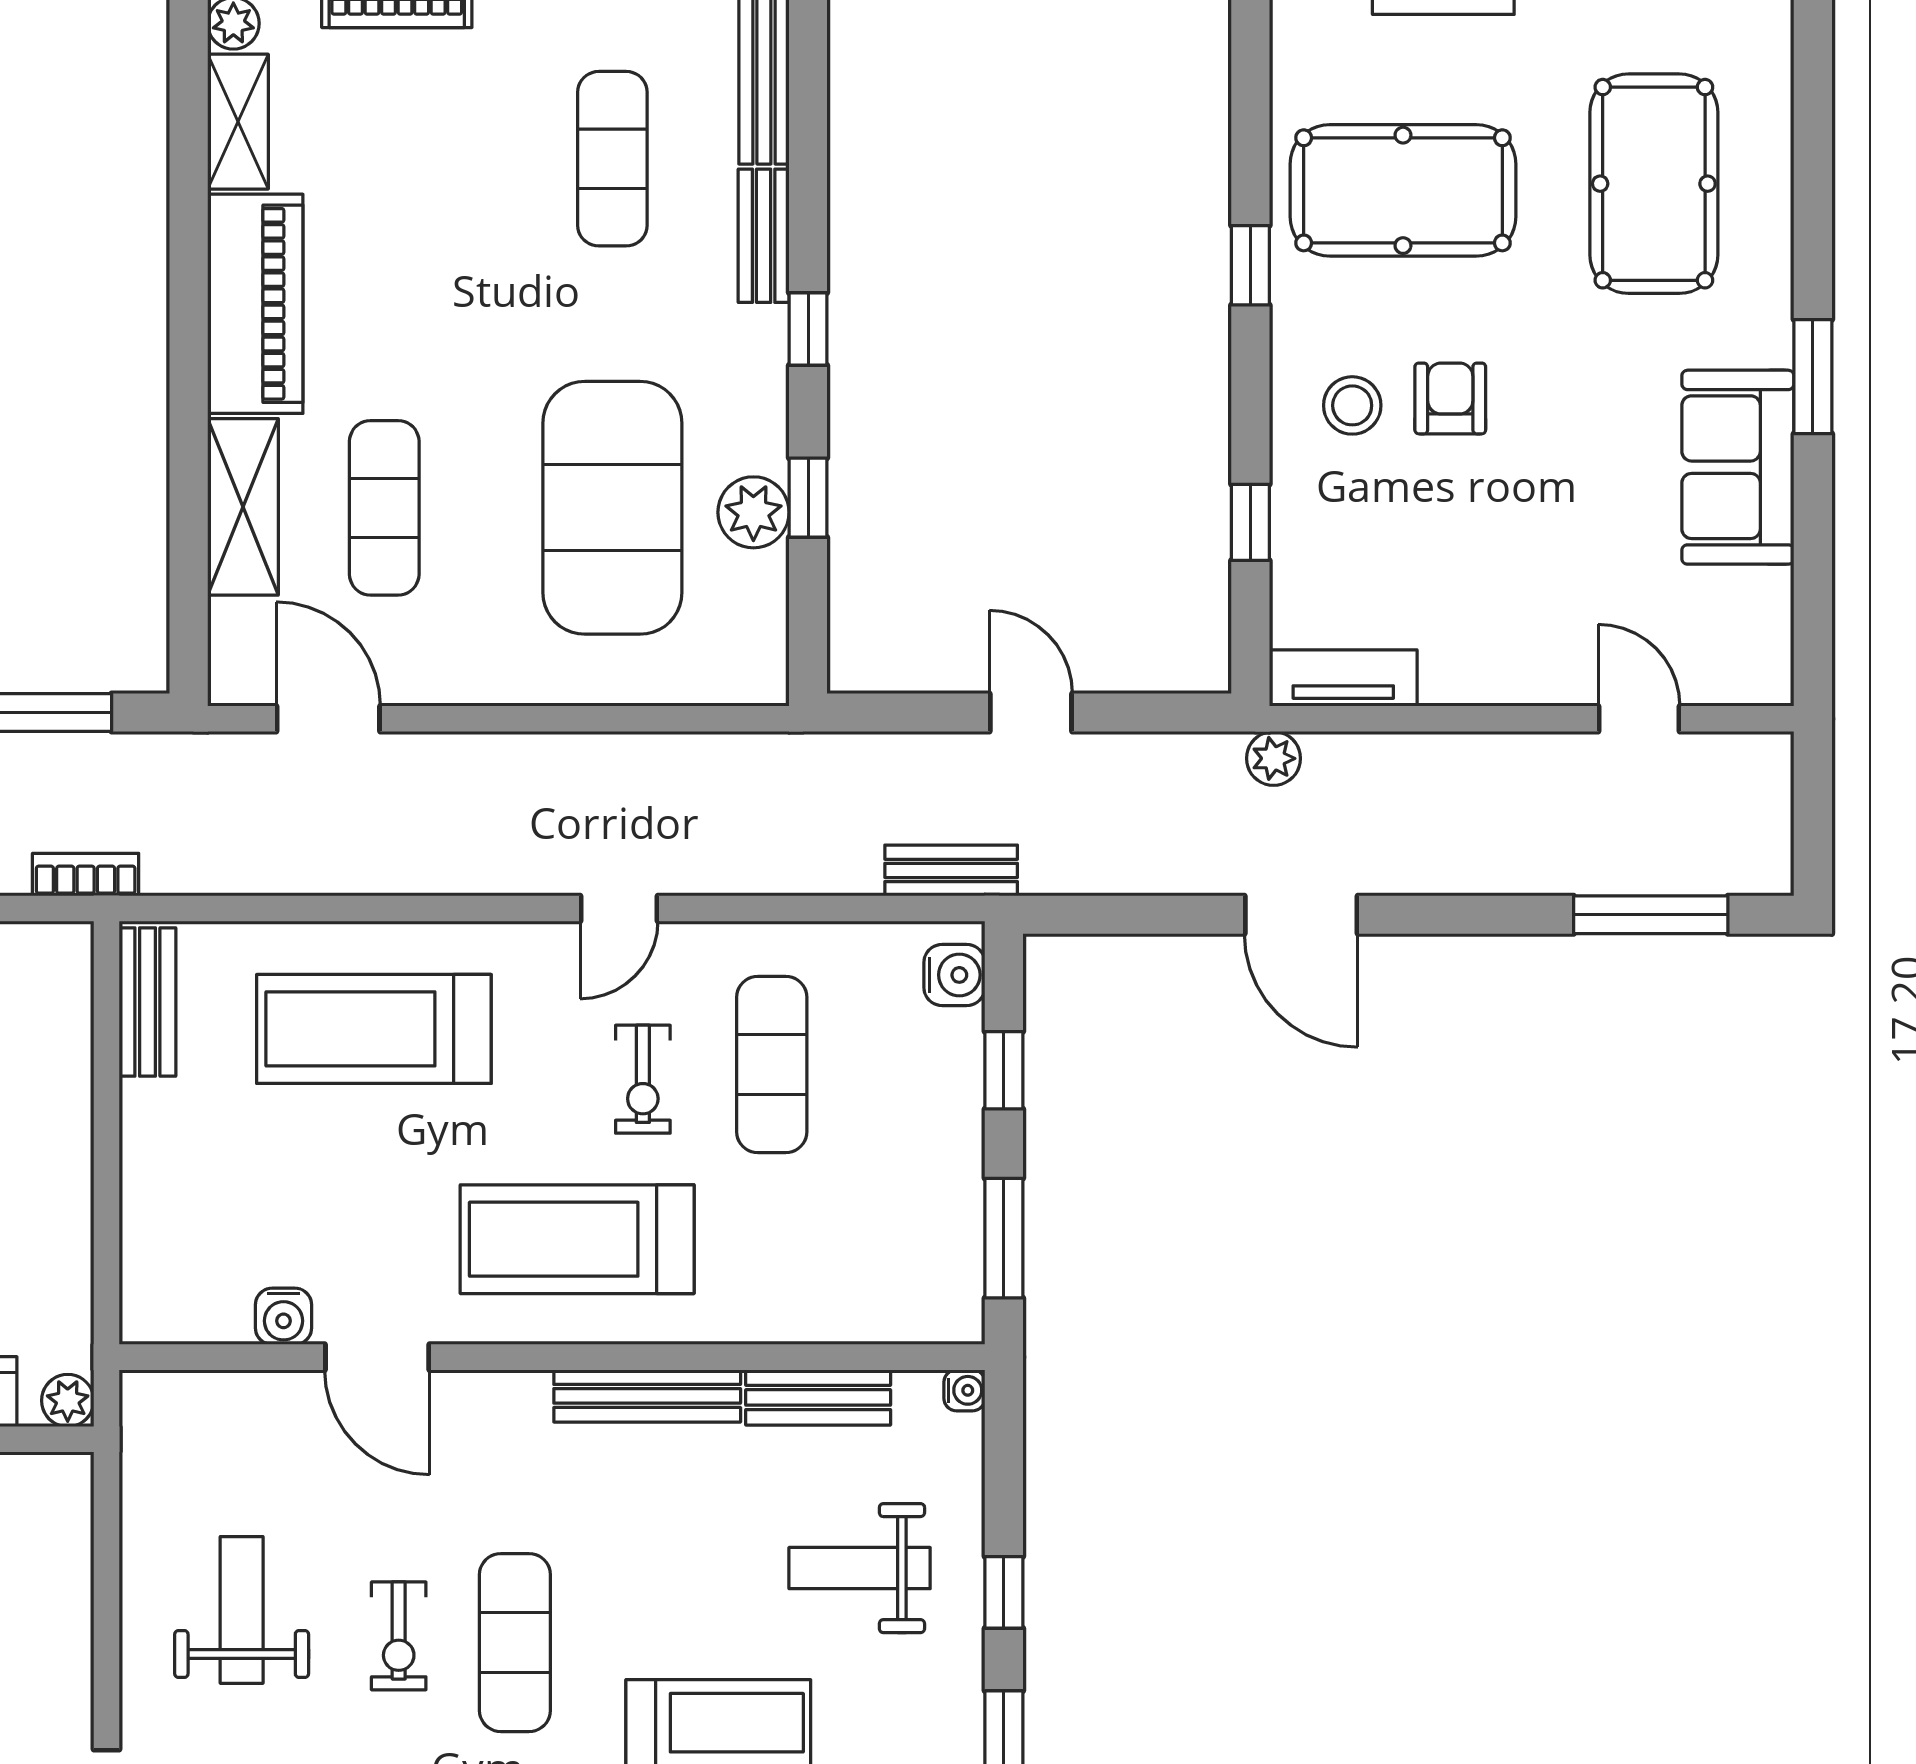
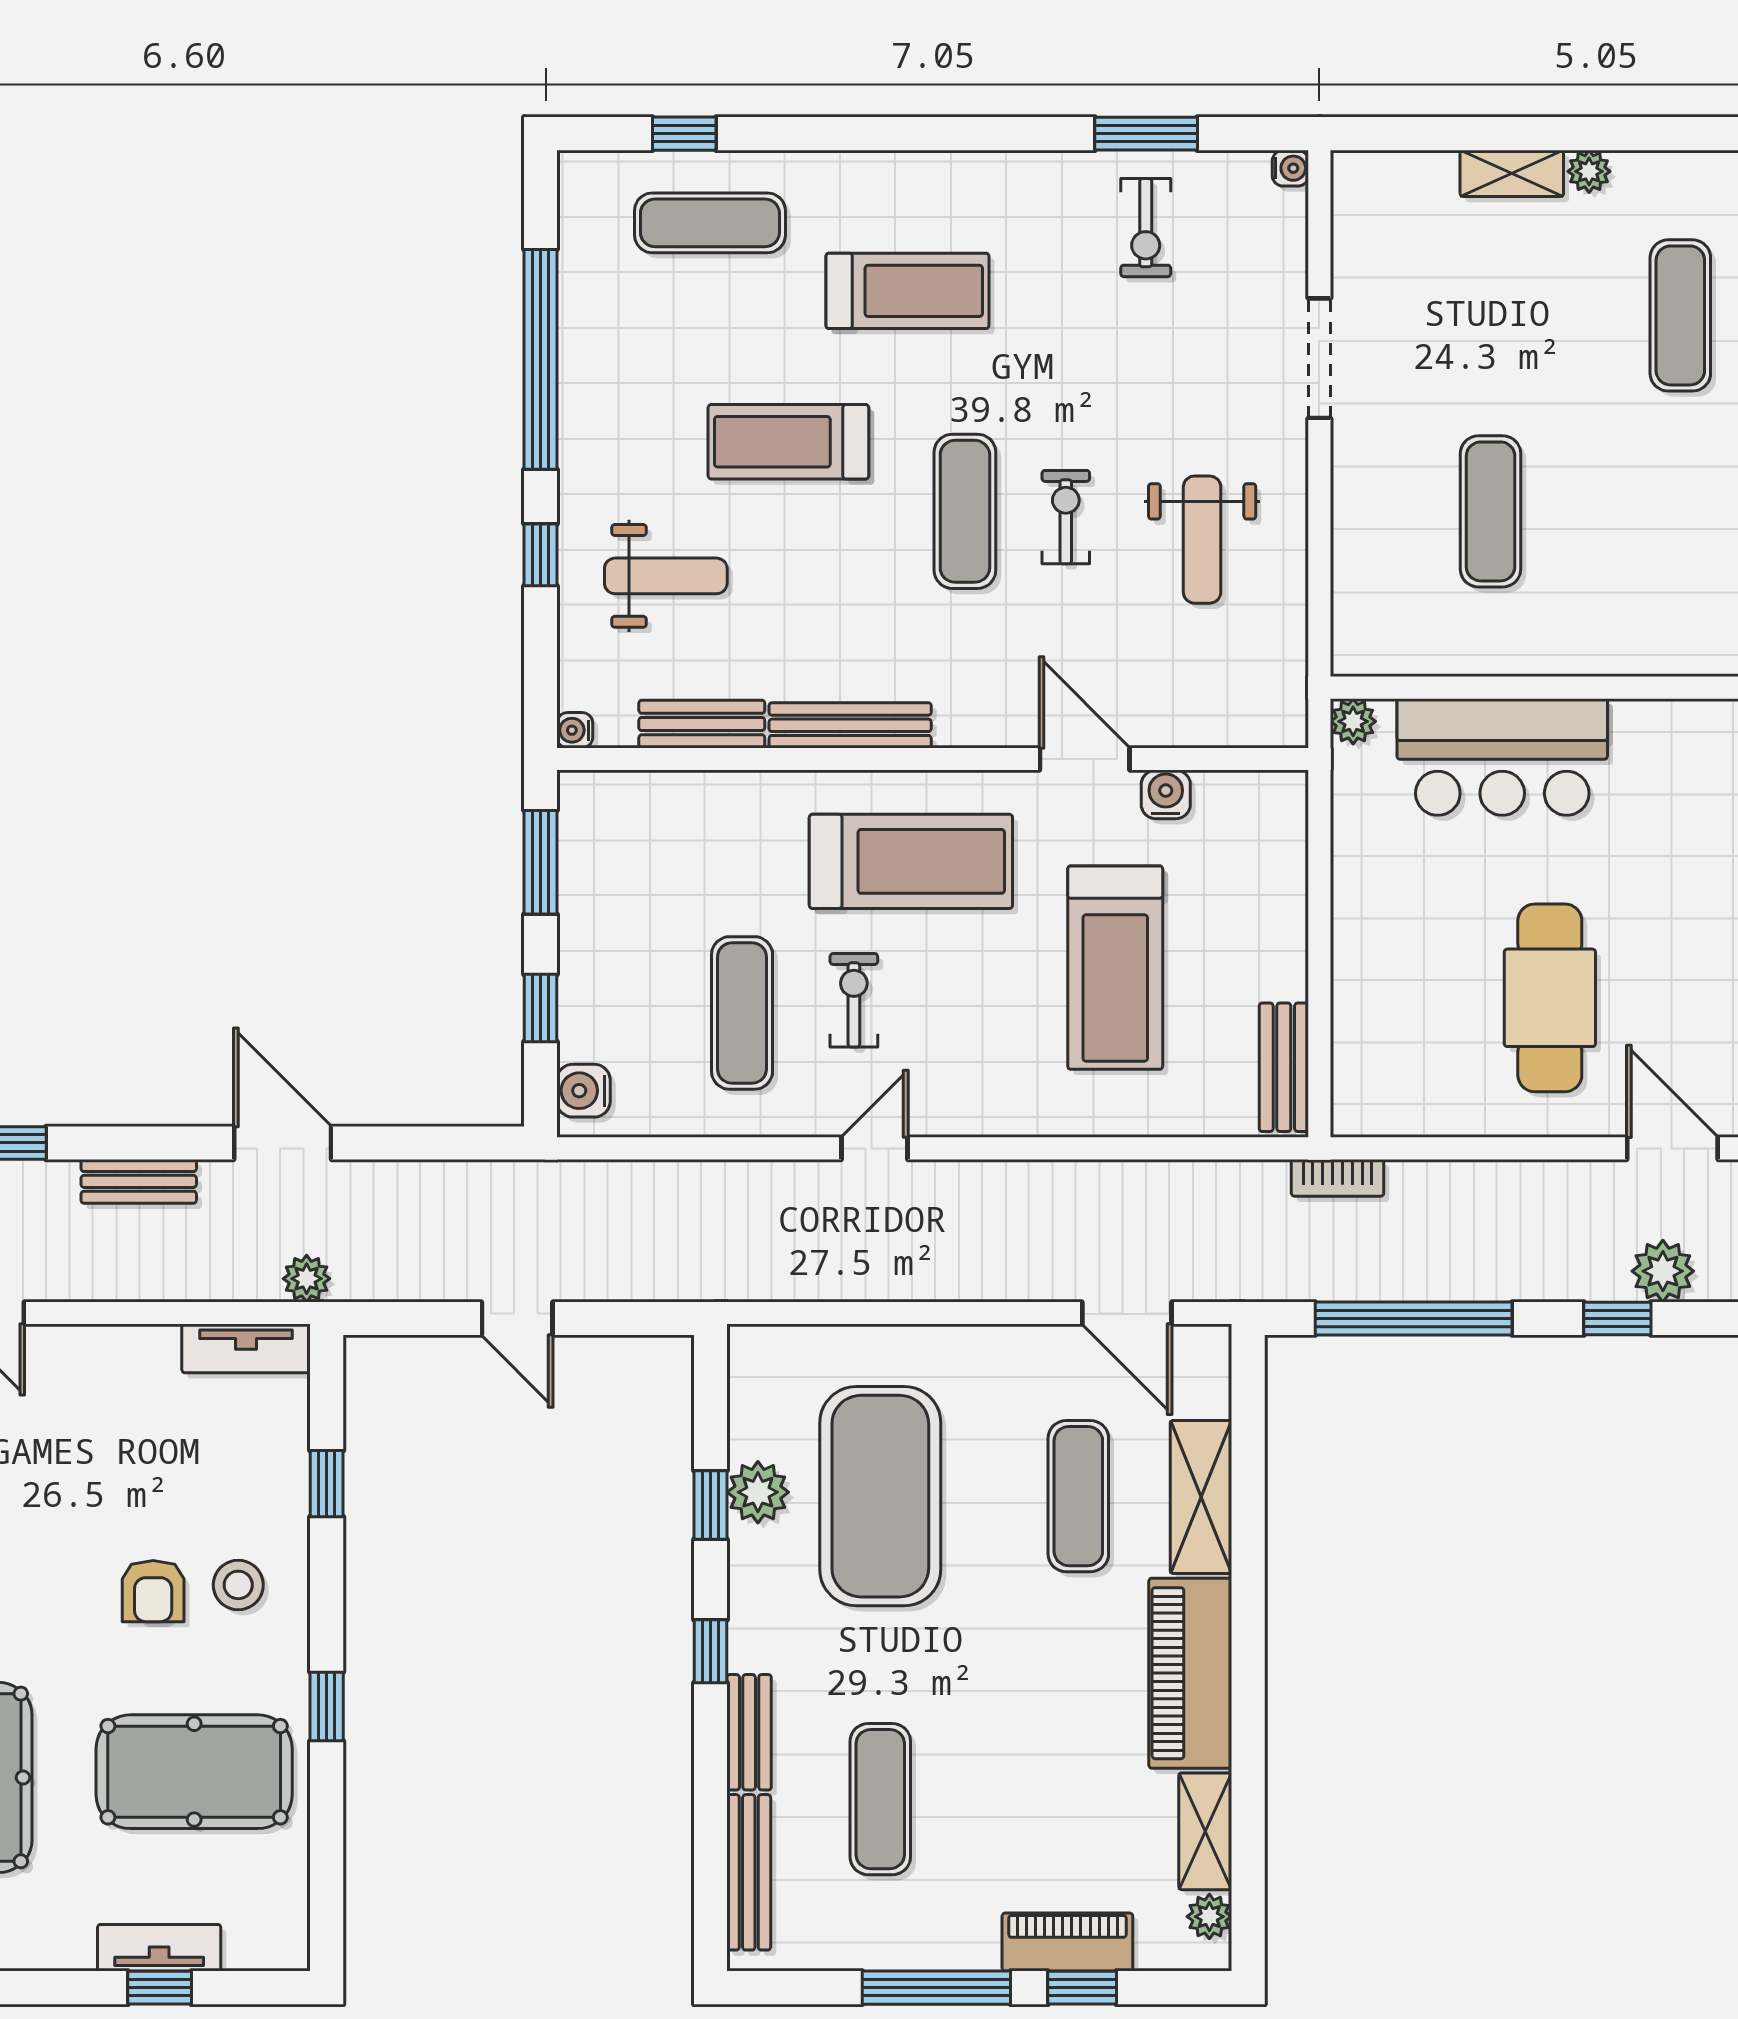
bench: (951, 870) -> (139, 1181), moved
treadmill: (374, 1029) -> (1115, 968), moved, turned 90

